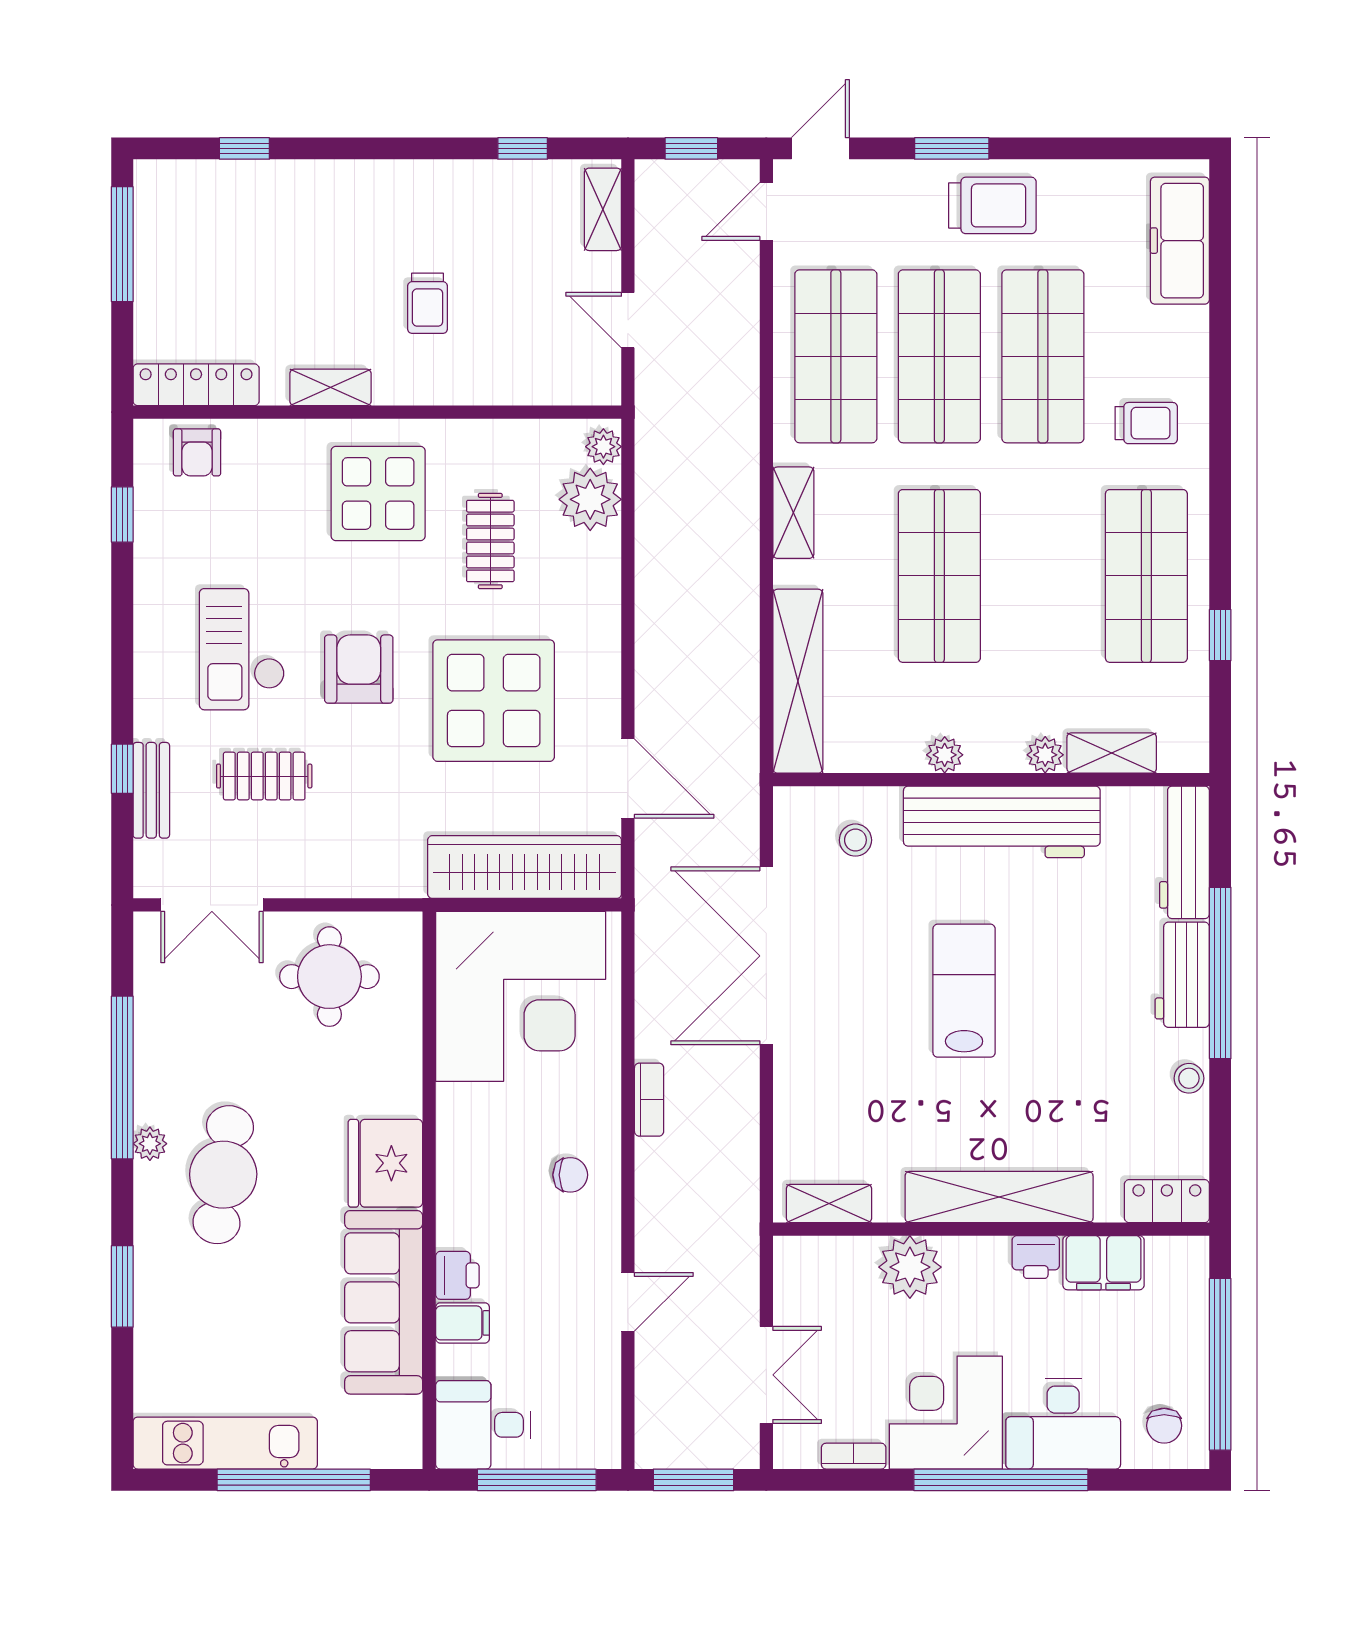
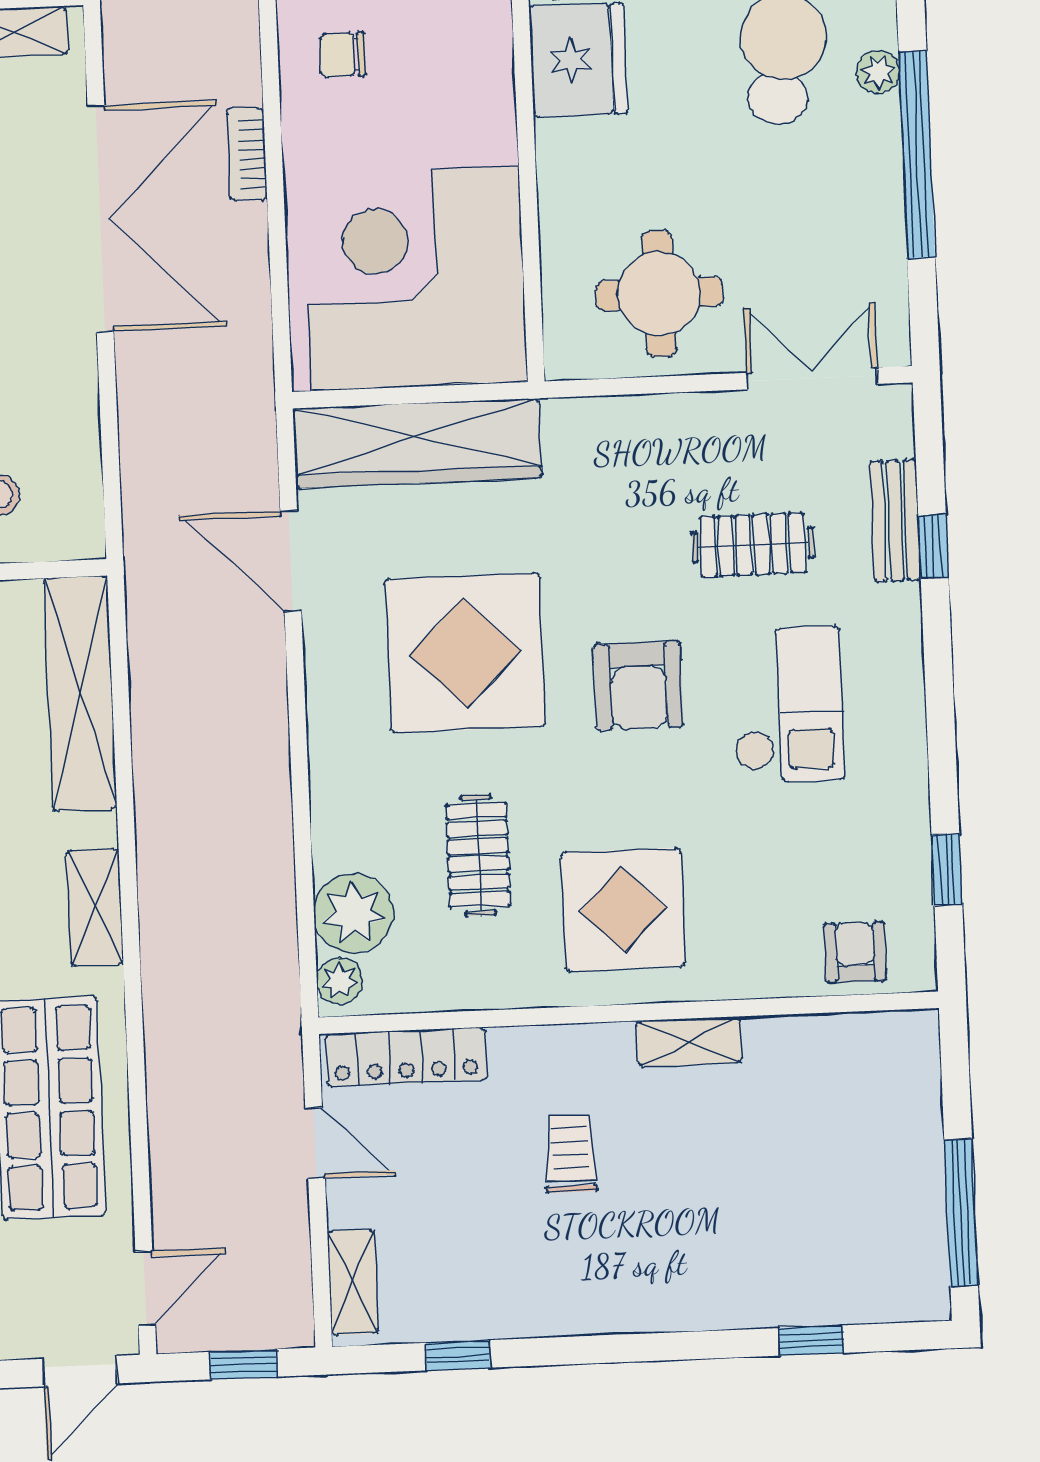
locker: (196, 385) -> (406, 1057), moved
double door: (766, 956) -> (101, 219), moved

